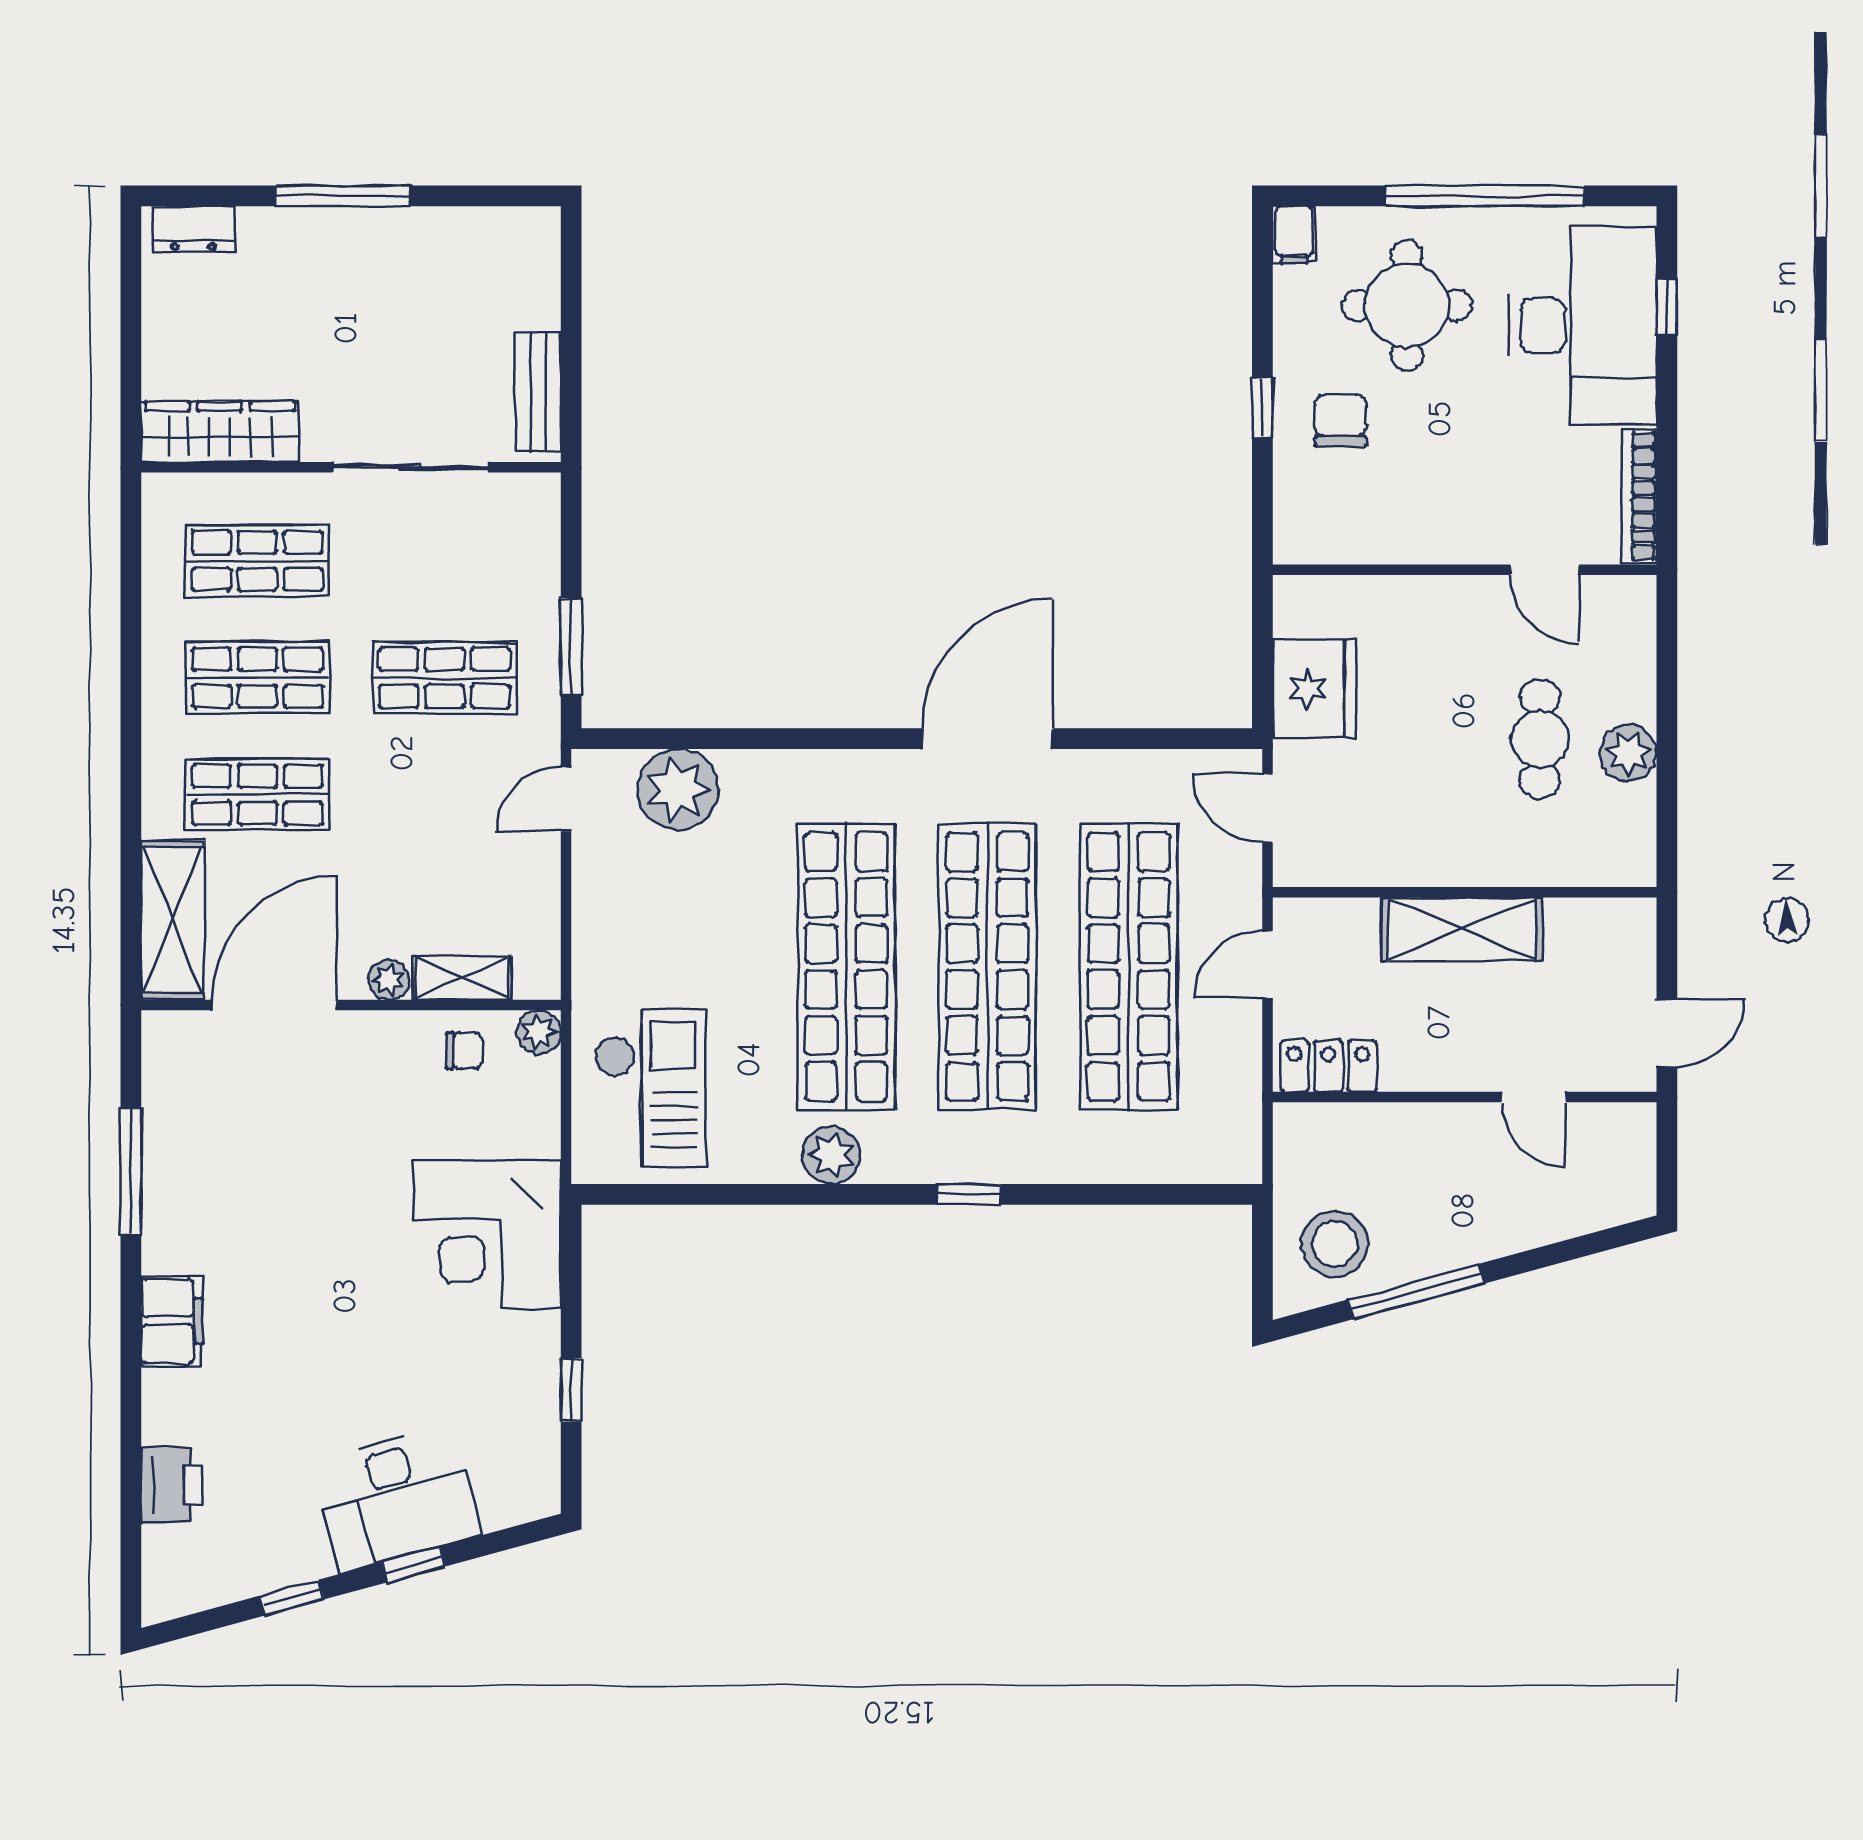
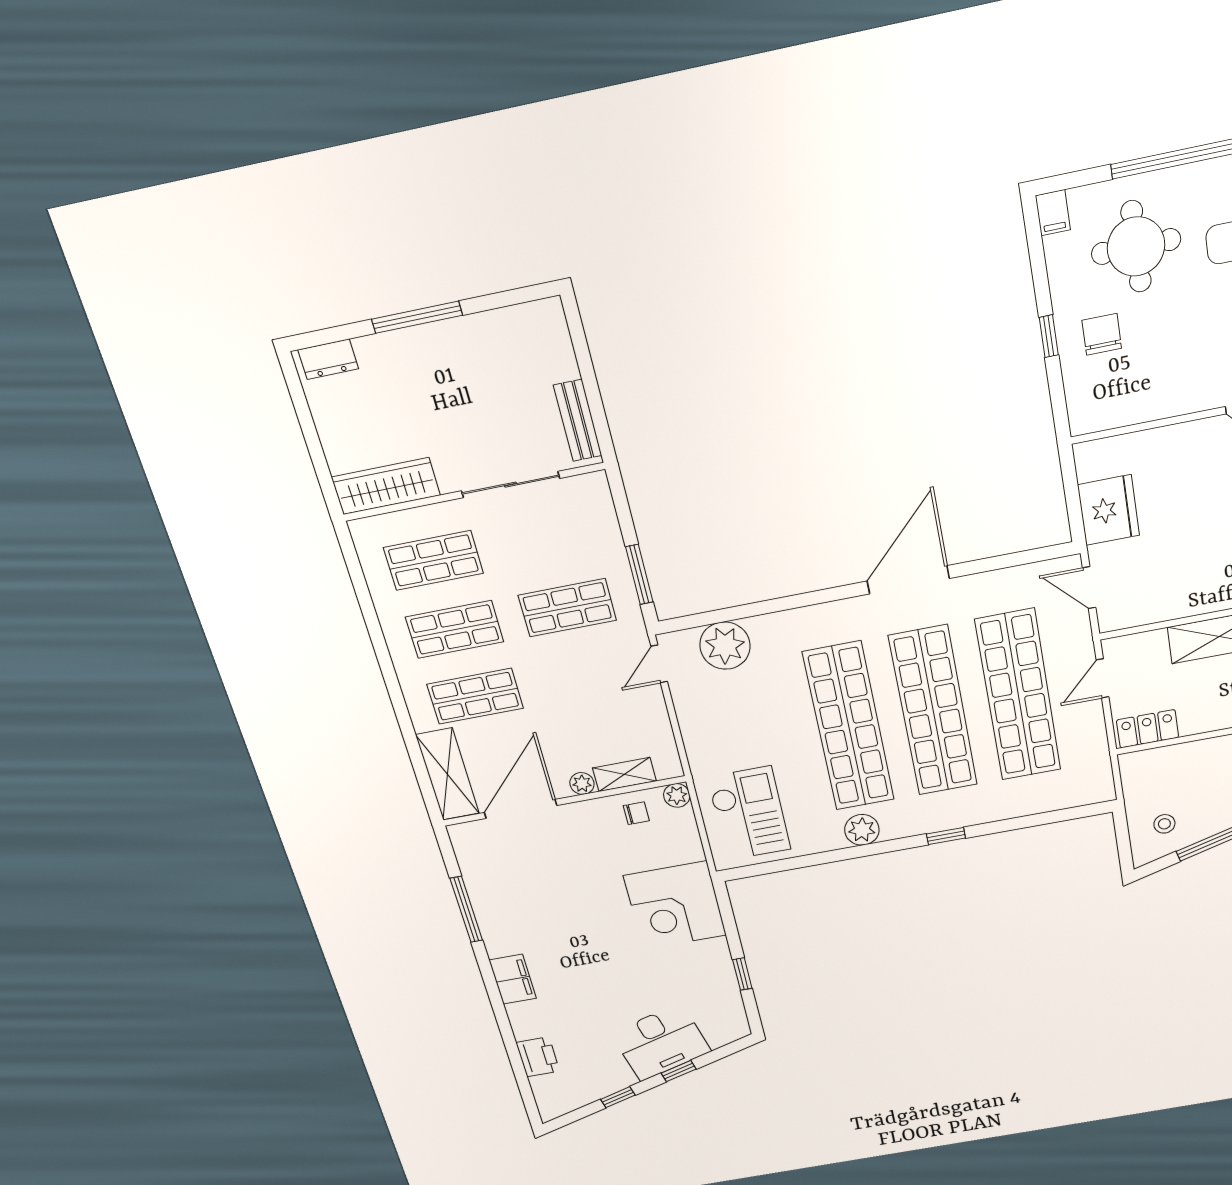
stool: (1335, 1244) -> (1164, 824), width x0.53, depth x0.53

